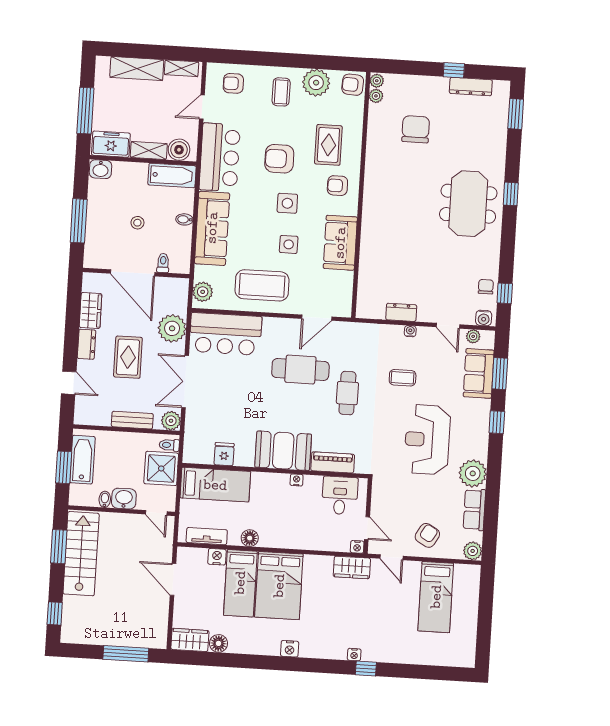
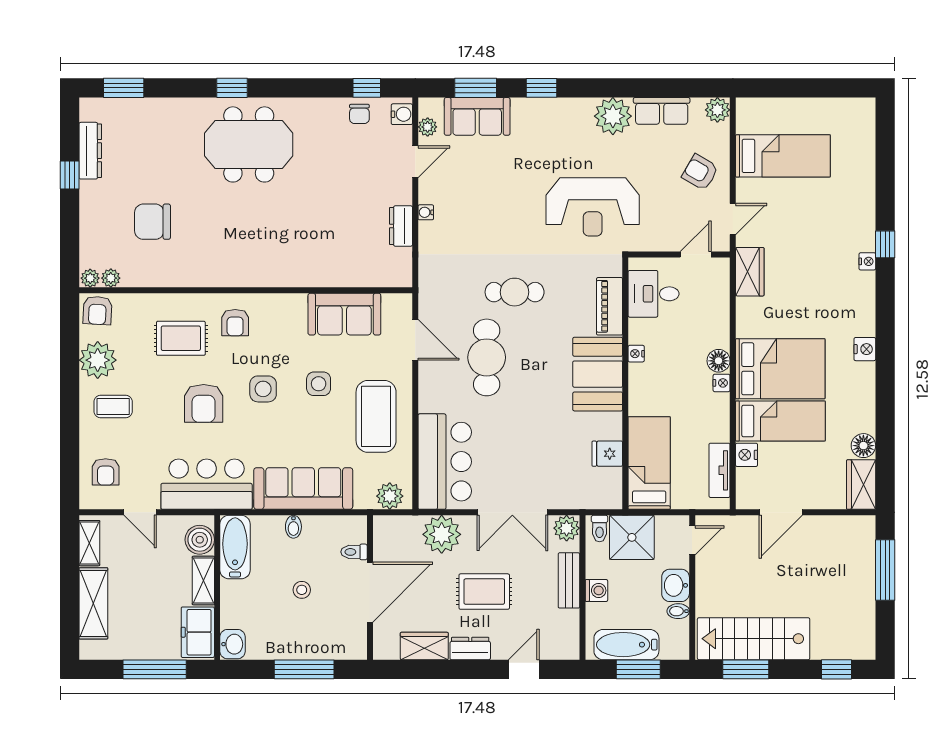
sofa: (340, 243) -> (344, 314), moved
chair: (486, 287) -> (359, 114), turned -90
coffee table: (403, 378) -> (489, 219), removed
washing machine: (124, 440) -> (596, 590), added
reception desk: (427, 440) -> (593, 207), moved
floor lamp: (250, 538) -> (719, 361), moved
nightstand: (357, 547) -> (722, 383), moved

